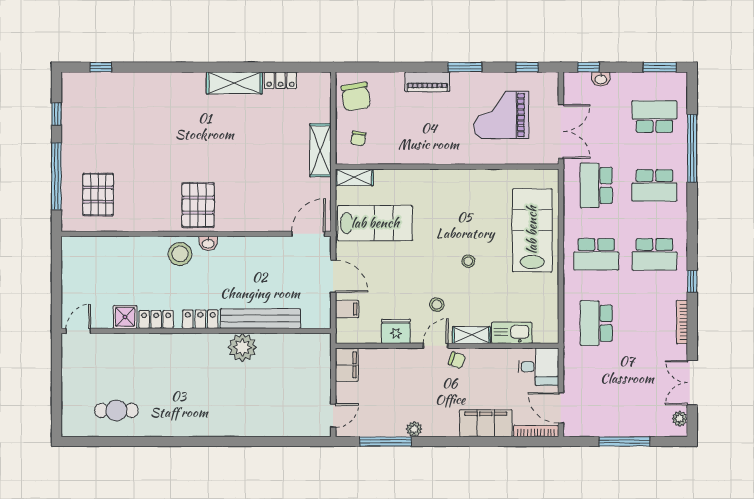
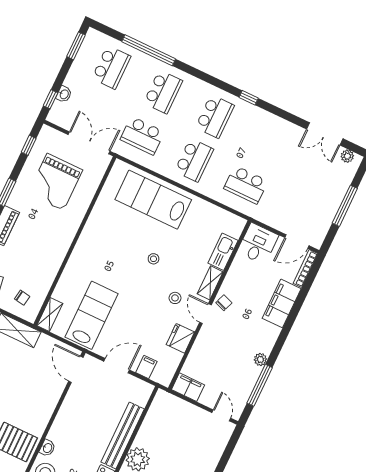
school desk: (654, 117) -> (111, 67), turned 180
bookcase: (682, 322) -> (276, 120), removed

